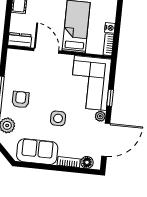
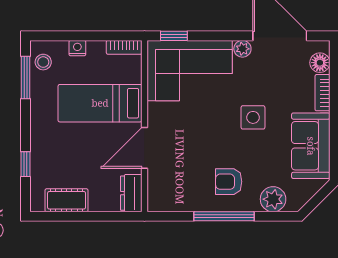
nightstand: (110, 28) -> (77, 48), moved
window: (110, 98) -> (174, 36), moved

